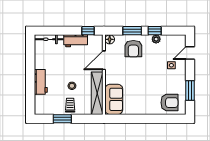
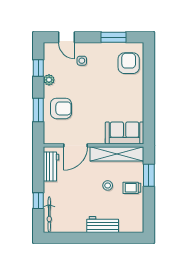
window: (88, 31) -> (38, 201), moved
window: (155, 31) -> (38, 68), moved
floor lamp: (110, 39) -> (49, 138), removed
workbench: (76, 41) -> (51, 167), moved
door: (104, 60) -> (76, 145), hinge flipped
window: (62, 119) -> (149, 175), moved

